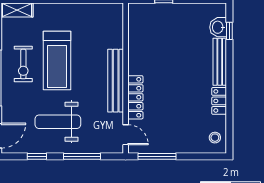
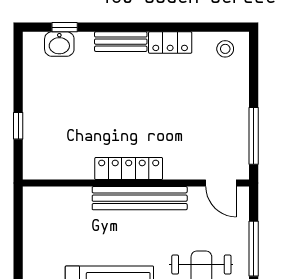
bench: (220, 62) -> (121, 42), width x0.73
locker: (135, 97) -> (129, 169), moved
door: (126, 135) -> (221, 183), swing flipped

